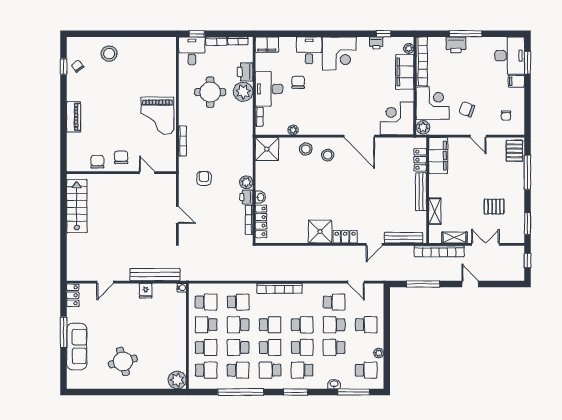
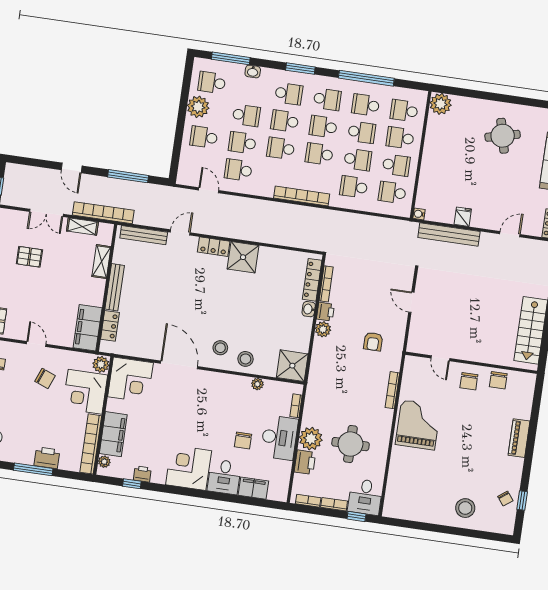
filing cabinet: (267, 45) -> (253, 488), moved
school desk: (334, 325) -> (242, 143), turned 180
plant: (379, 353) -> (198, 107), width x1.87, depth x1.87

